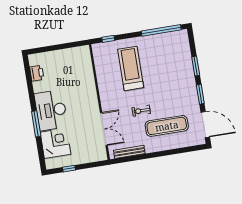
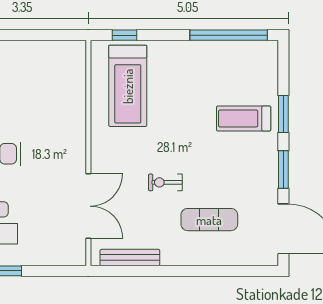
treadmill: (131, 68) -> (128, 86), moved, turned 180
treadmill: (176, 72) -> (244, 118), added
exercise mat: (167, 126) -> (209, 220), width x0.73, depth x0.69

